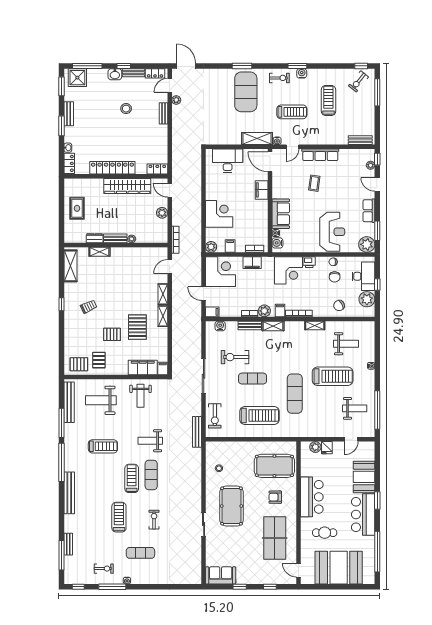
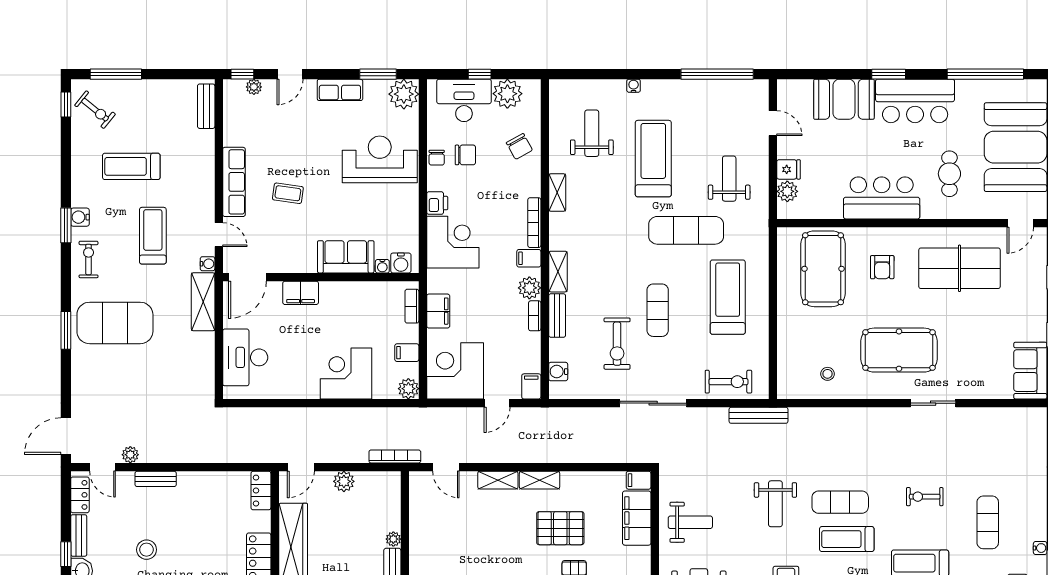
weight bench: (355, 408) -> (729, 179), moved

